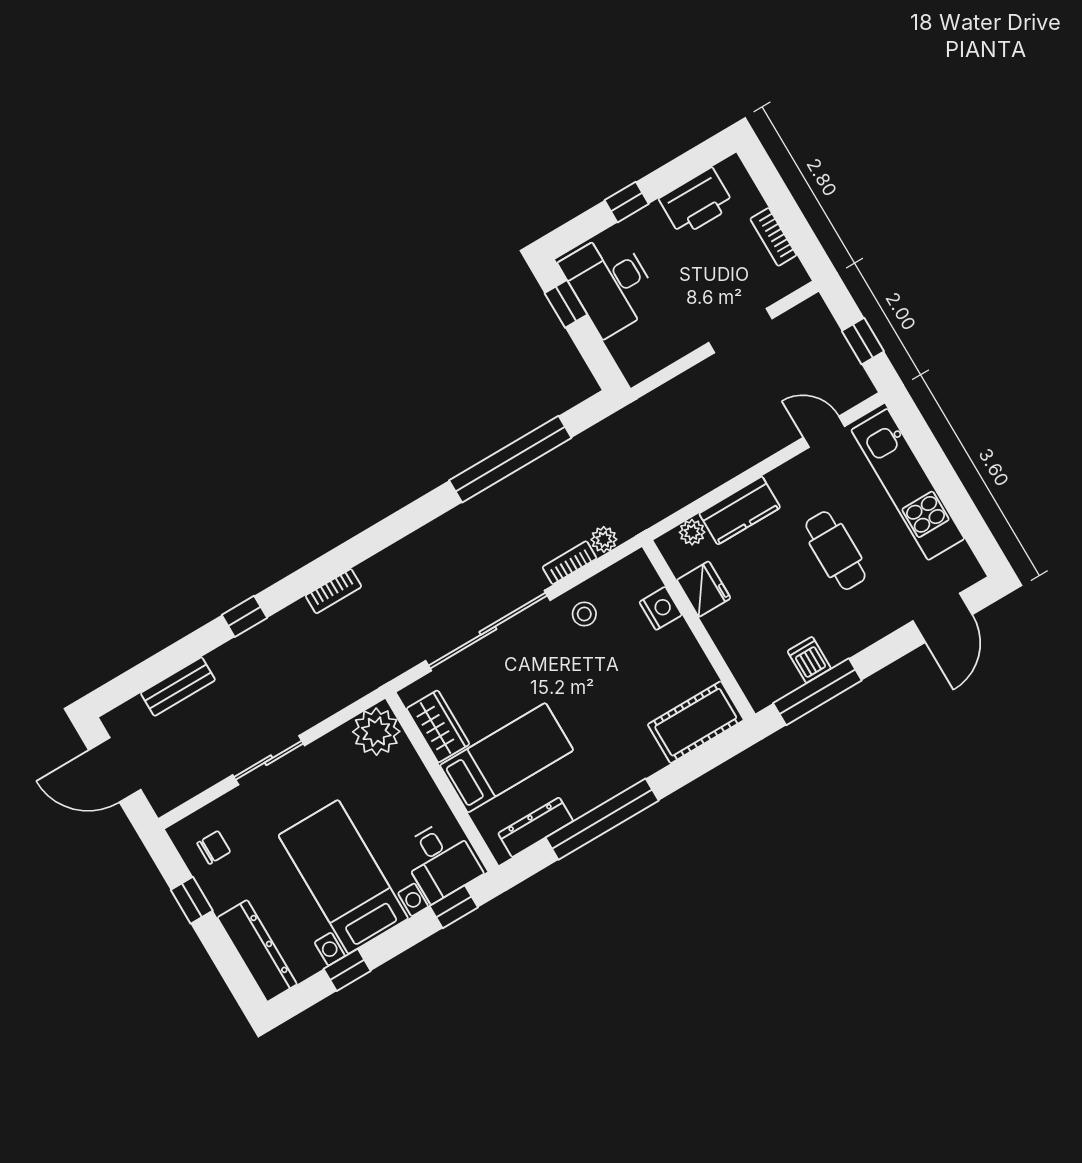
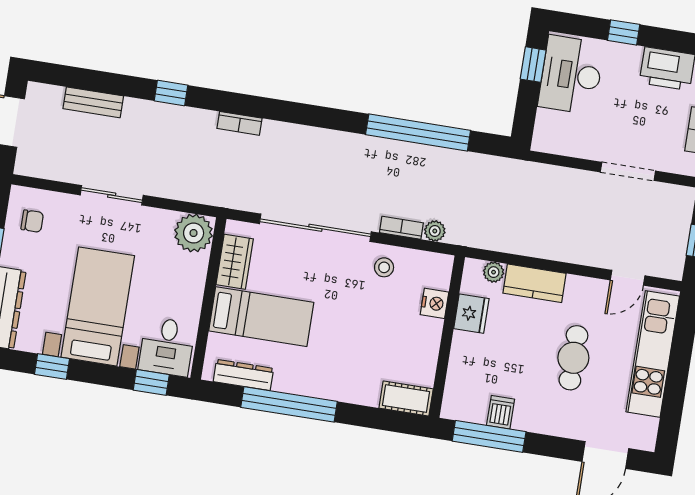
door: (824, 432) -> (628, 278), swing flipped
cot: (696, 722) -> (406, 399), width x0.73, depth x0.75

